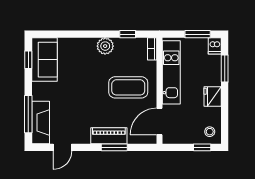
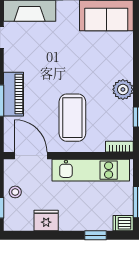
window: (225, 69) -> (95, 235), width x0.67
fridge: (213, 96) -> (46, 221), moved
stool: (210, 132) -> (15, 192), moved

